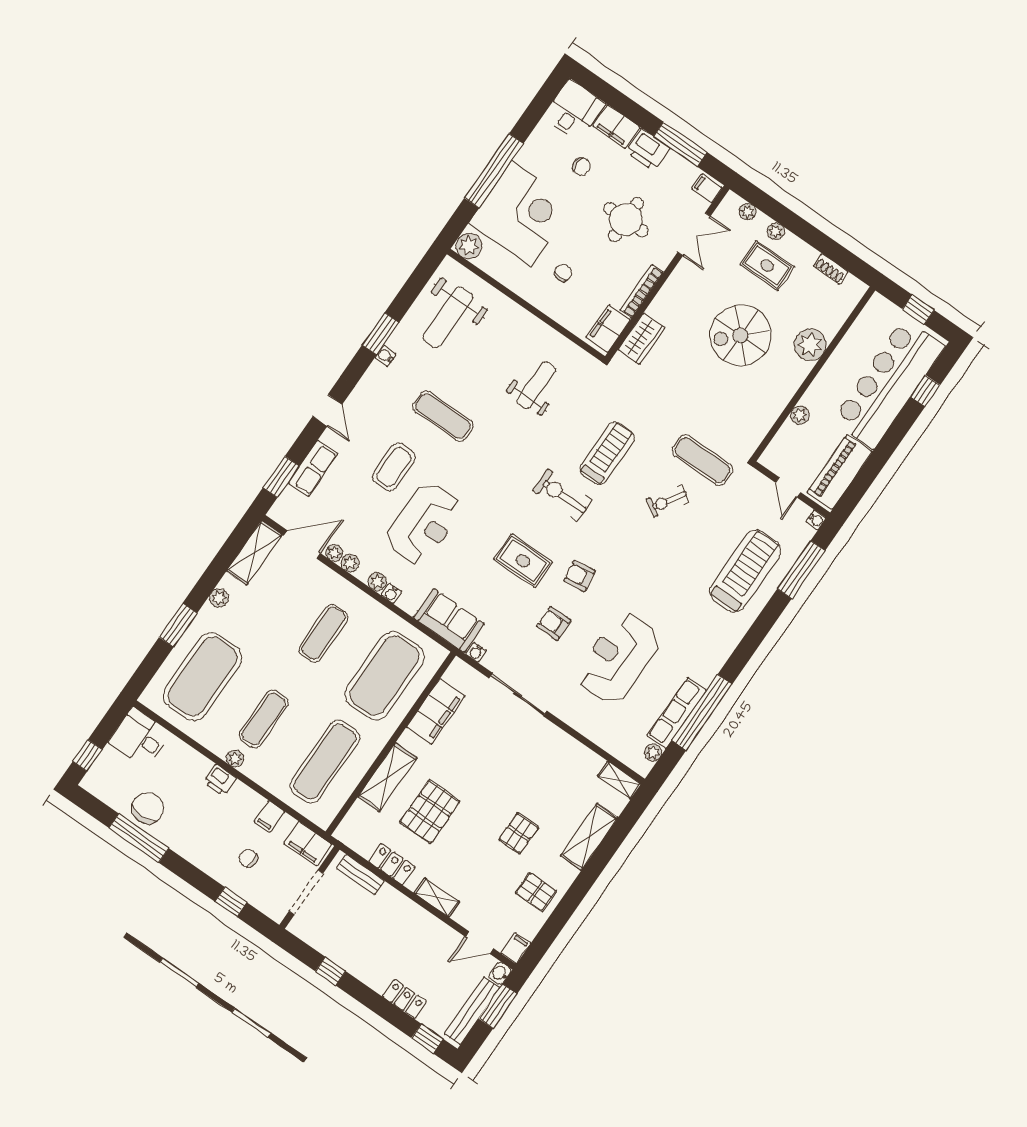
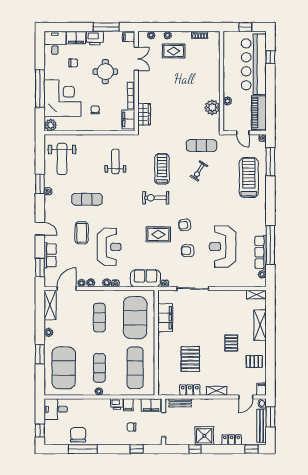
spiral stairs: (740, 335) -> (182, 86), removed
plant: (810, 345) -> (212, 107), moved
shelving: (387, 777) -> (164, 357), removed
printer: (220, 780) -> (117, 404), moved
shower: (362, 960) -> (204, 436), added

